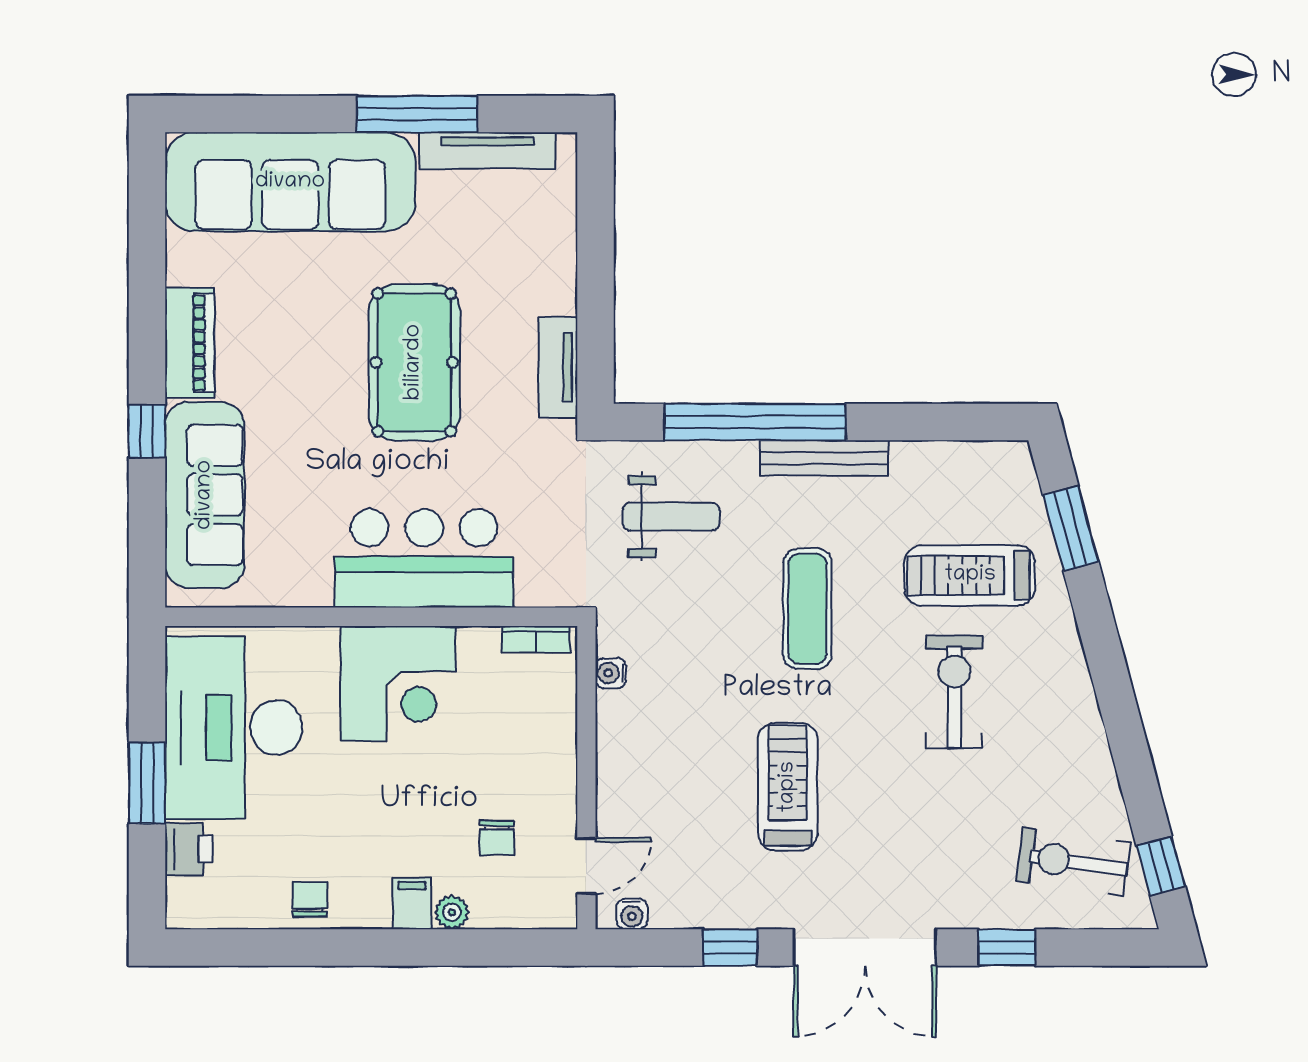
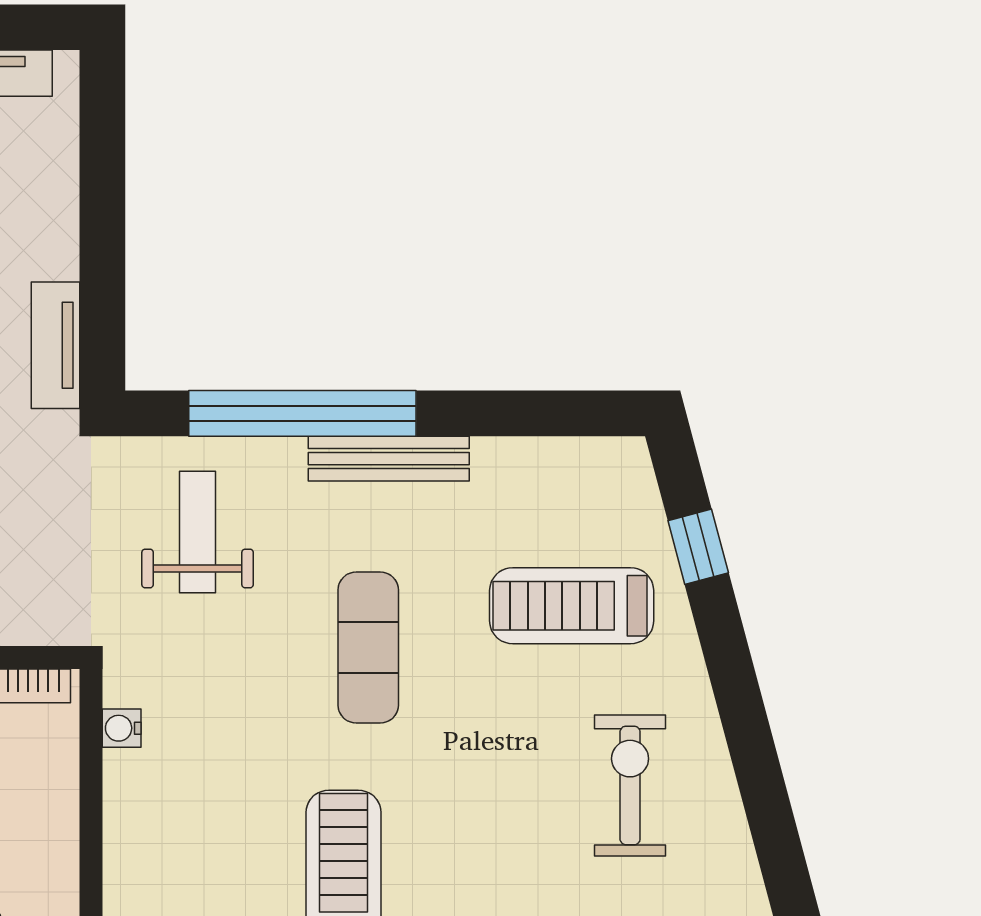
weight bench: (671, 517) -> (198, 532), turned -90
window: (1071, 528) -> (698, 547), width x0.67
exercise bike: (954, 692) -> (630, 785), moved

